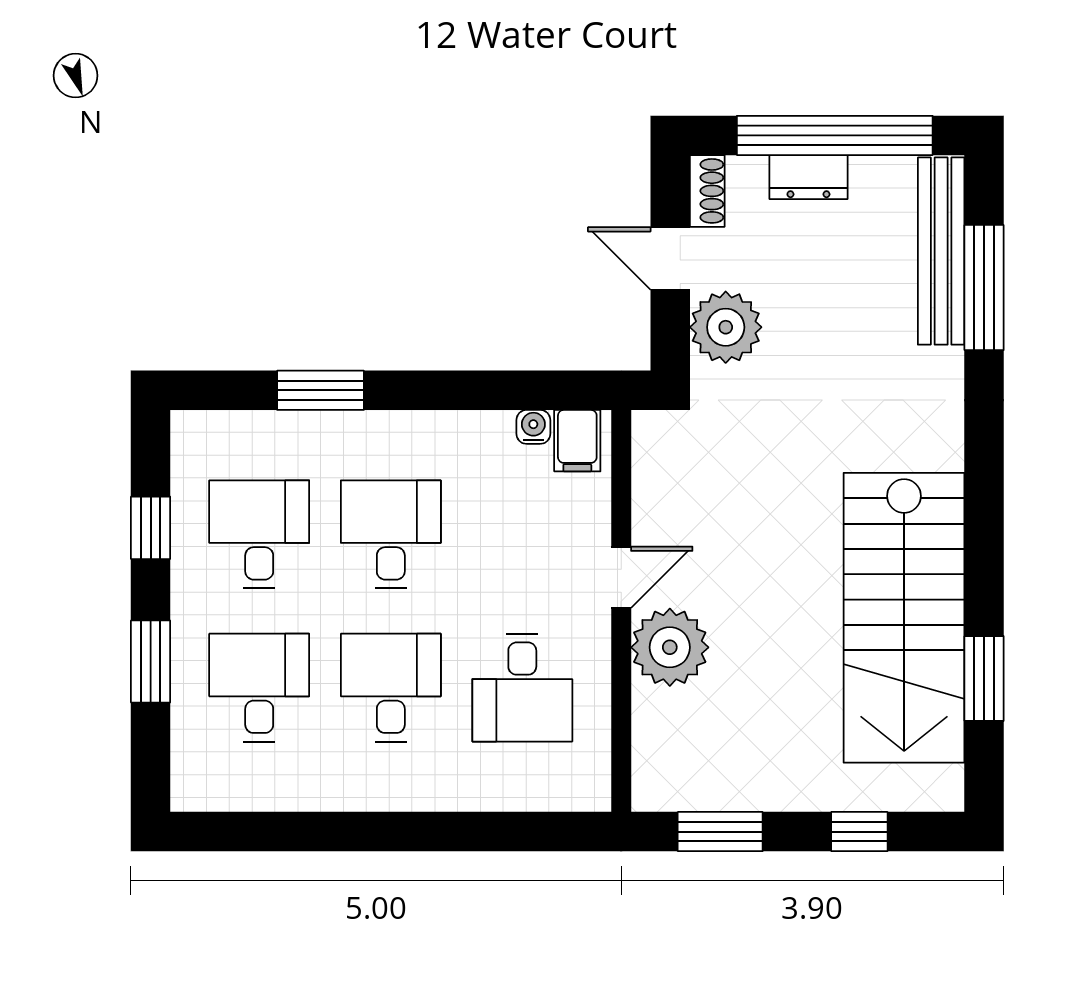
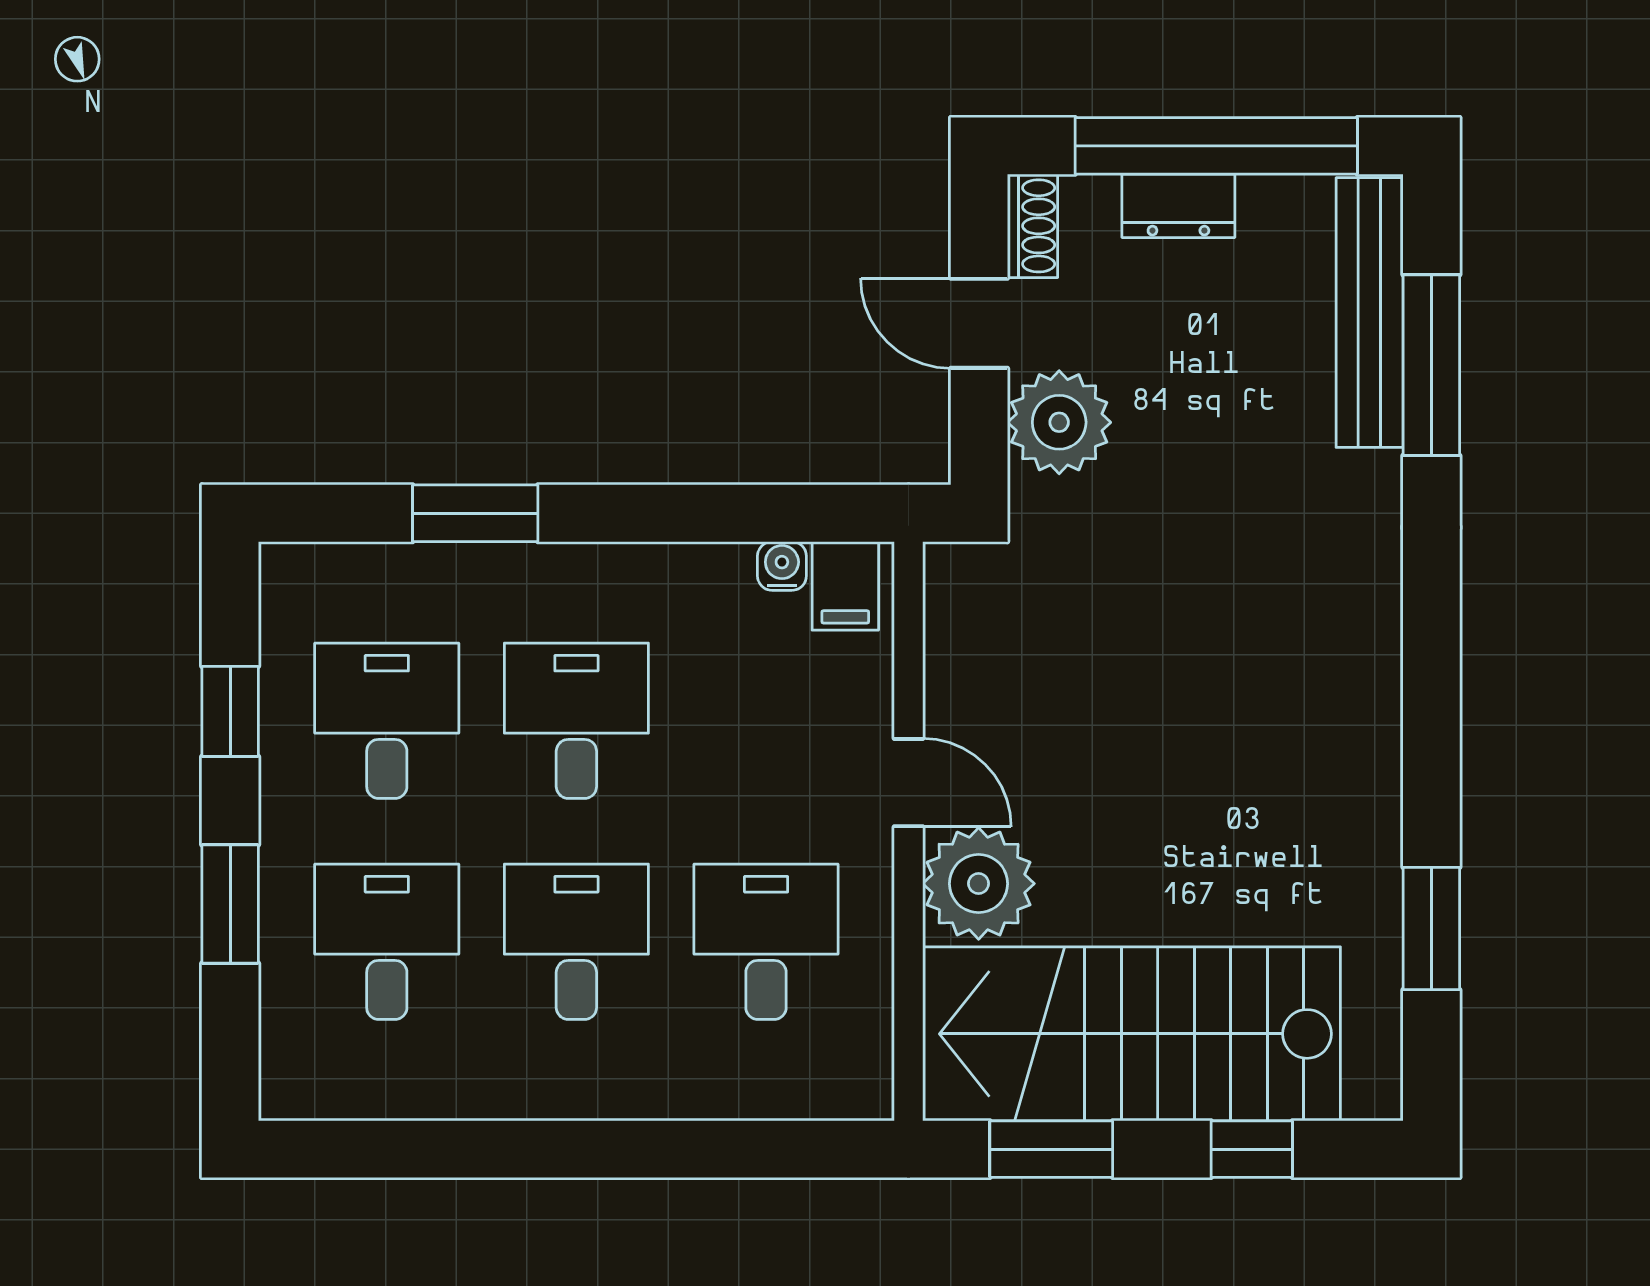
door: (621, 577) -> (909, 783), hinge flipped
stairs: (904, 618) -> (1132, 1034), moved, turned 90
desk: (522, 688) -> (766, 942), turned 180

